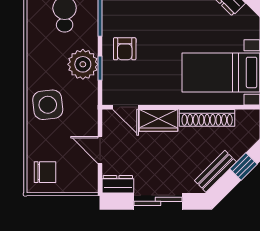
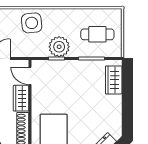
armchair: (125, 49) -> (70, 75), removed
door: (126, 107) -> (30, 76), hinge flipped

